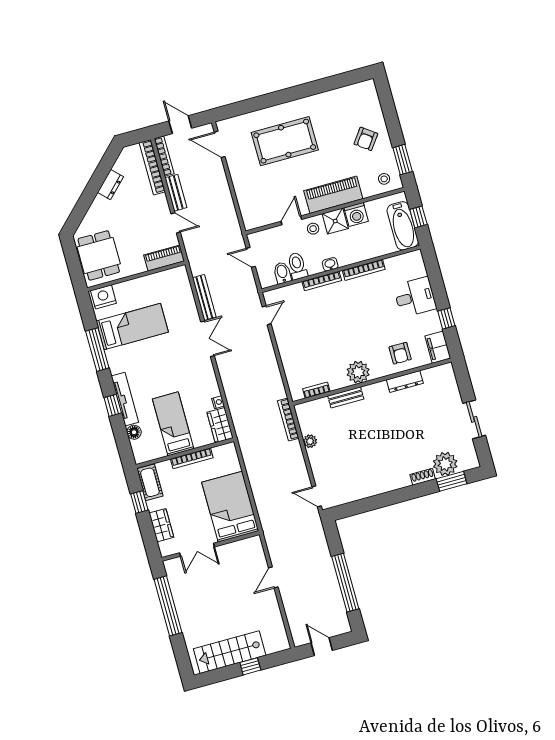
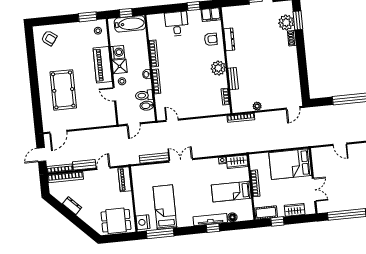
armchair: (366, 139) -> (49, 38), moved
window: (97, 350) -> (160, 233), moved

